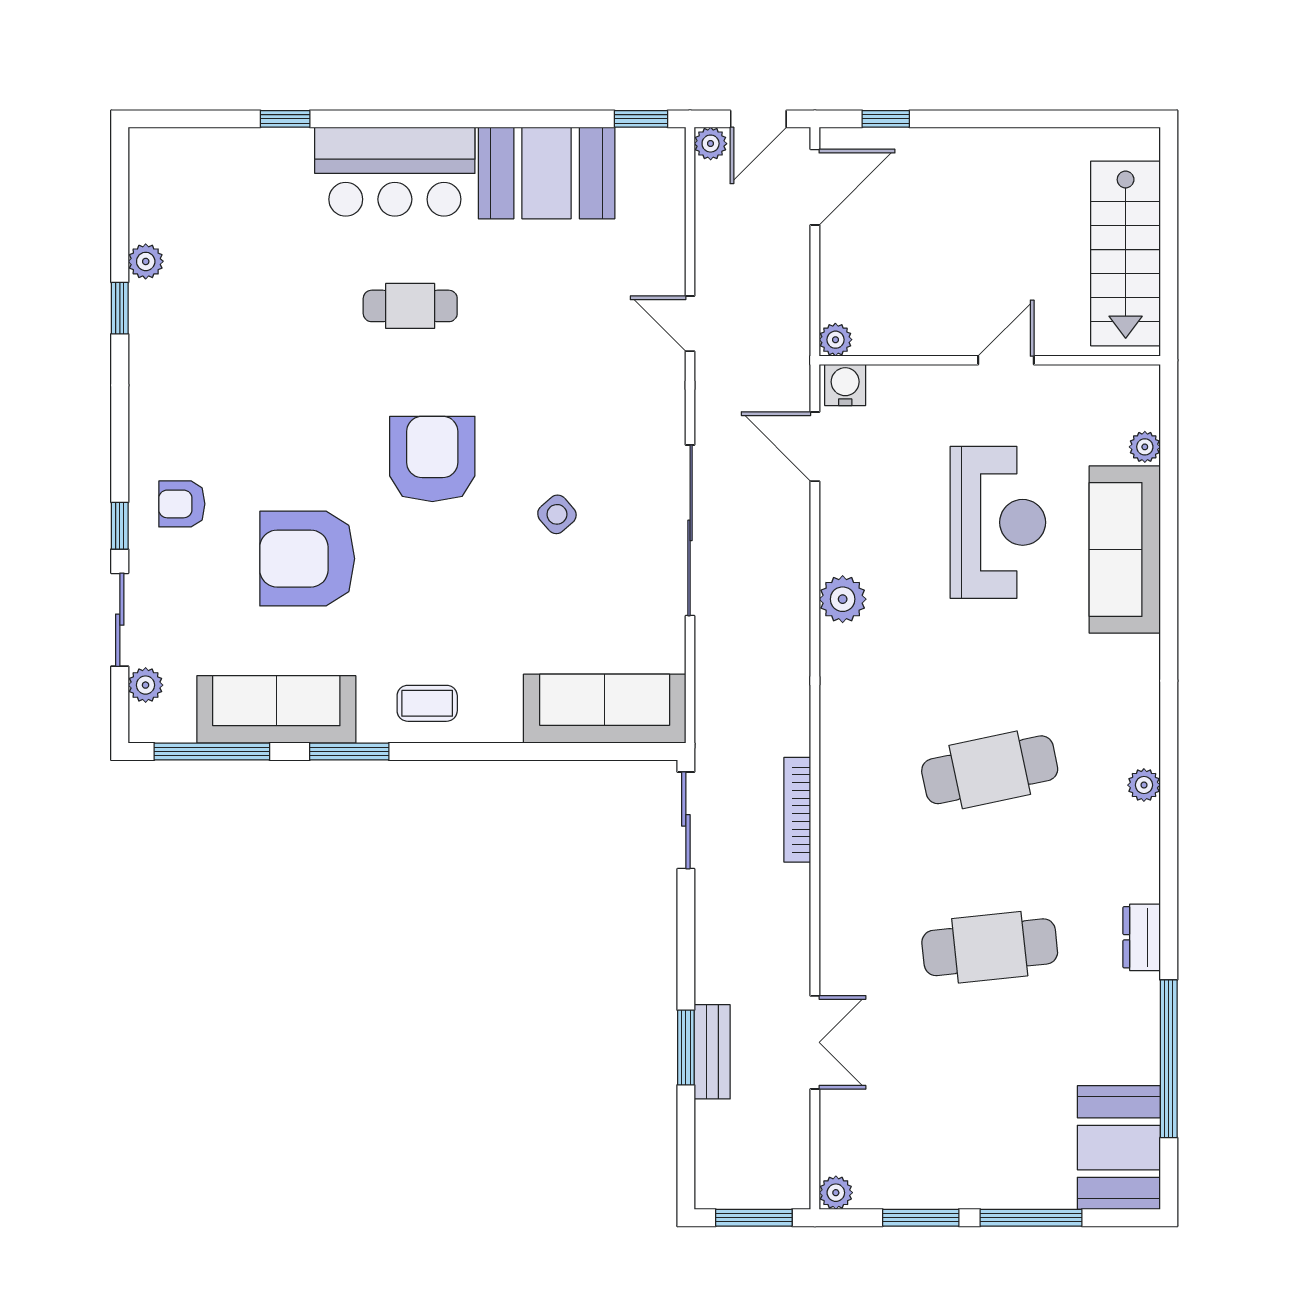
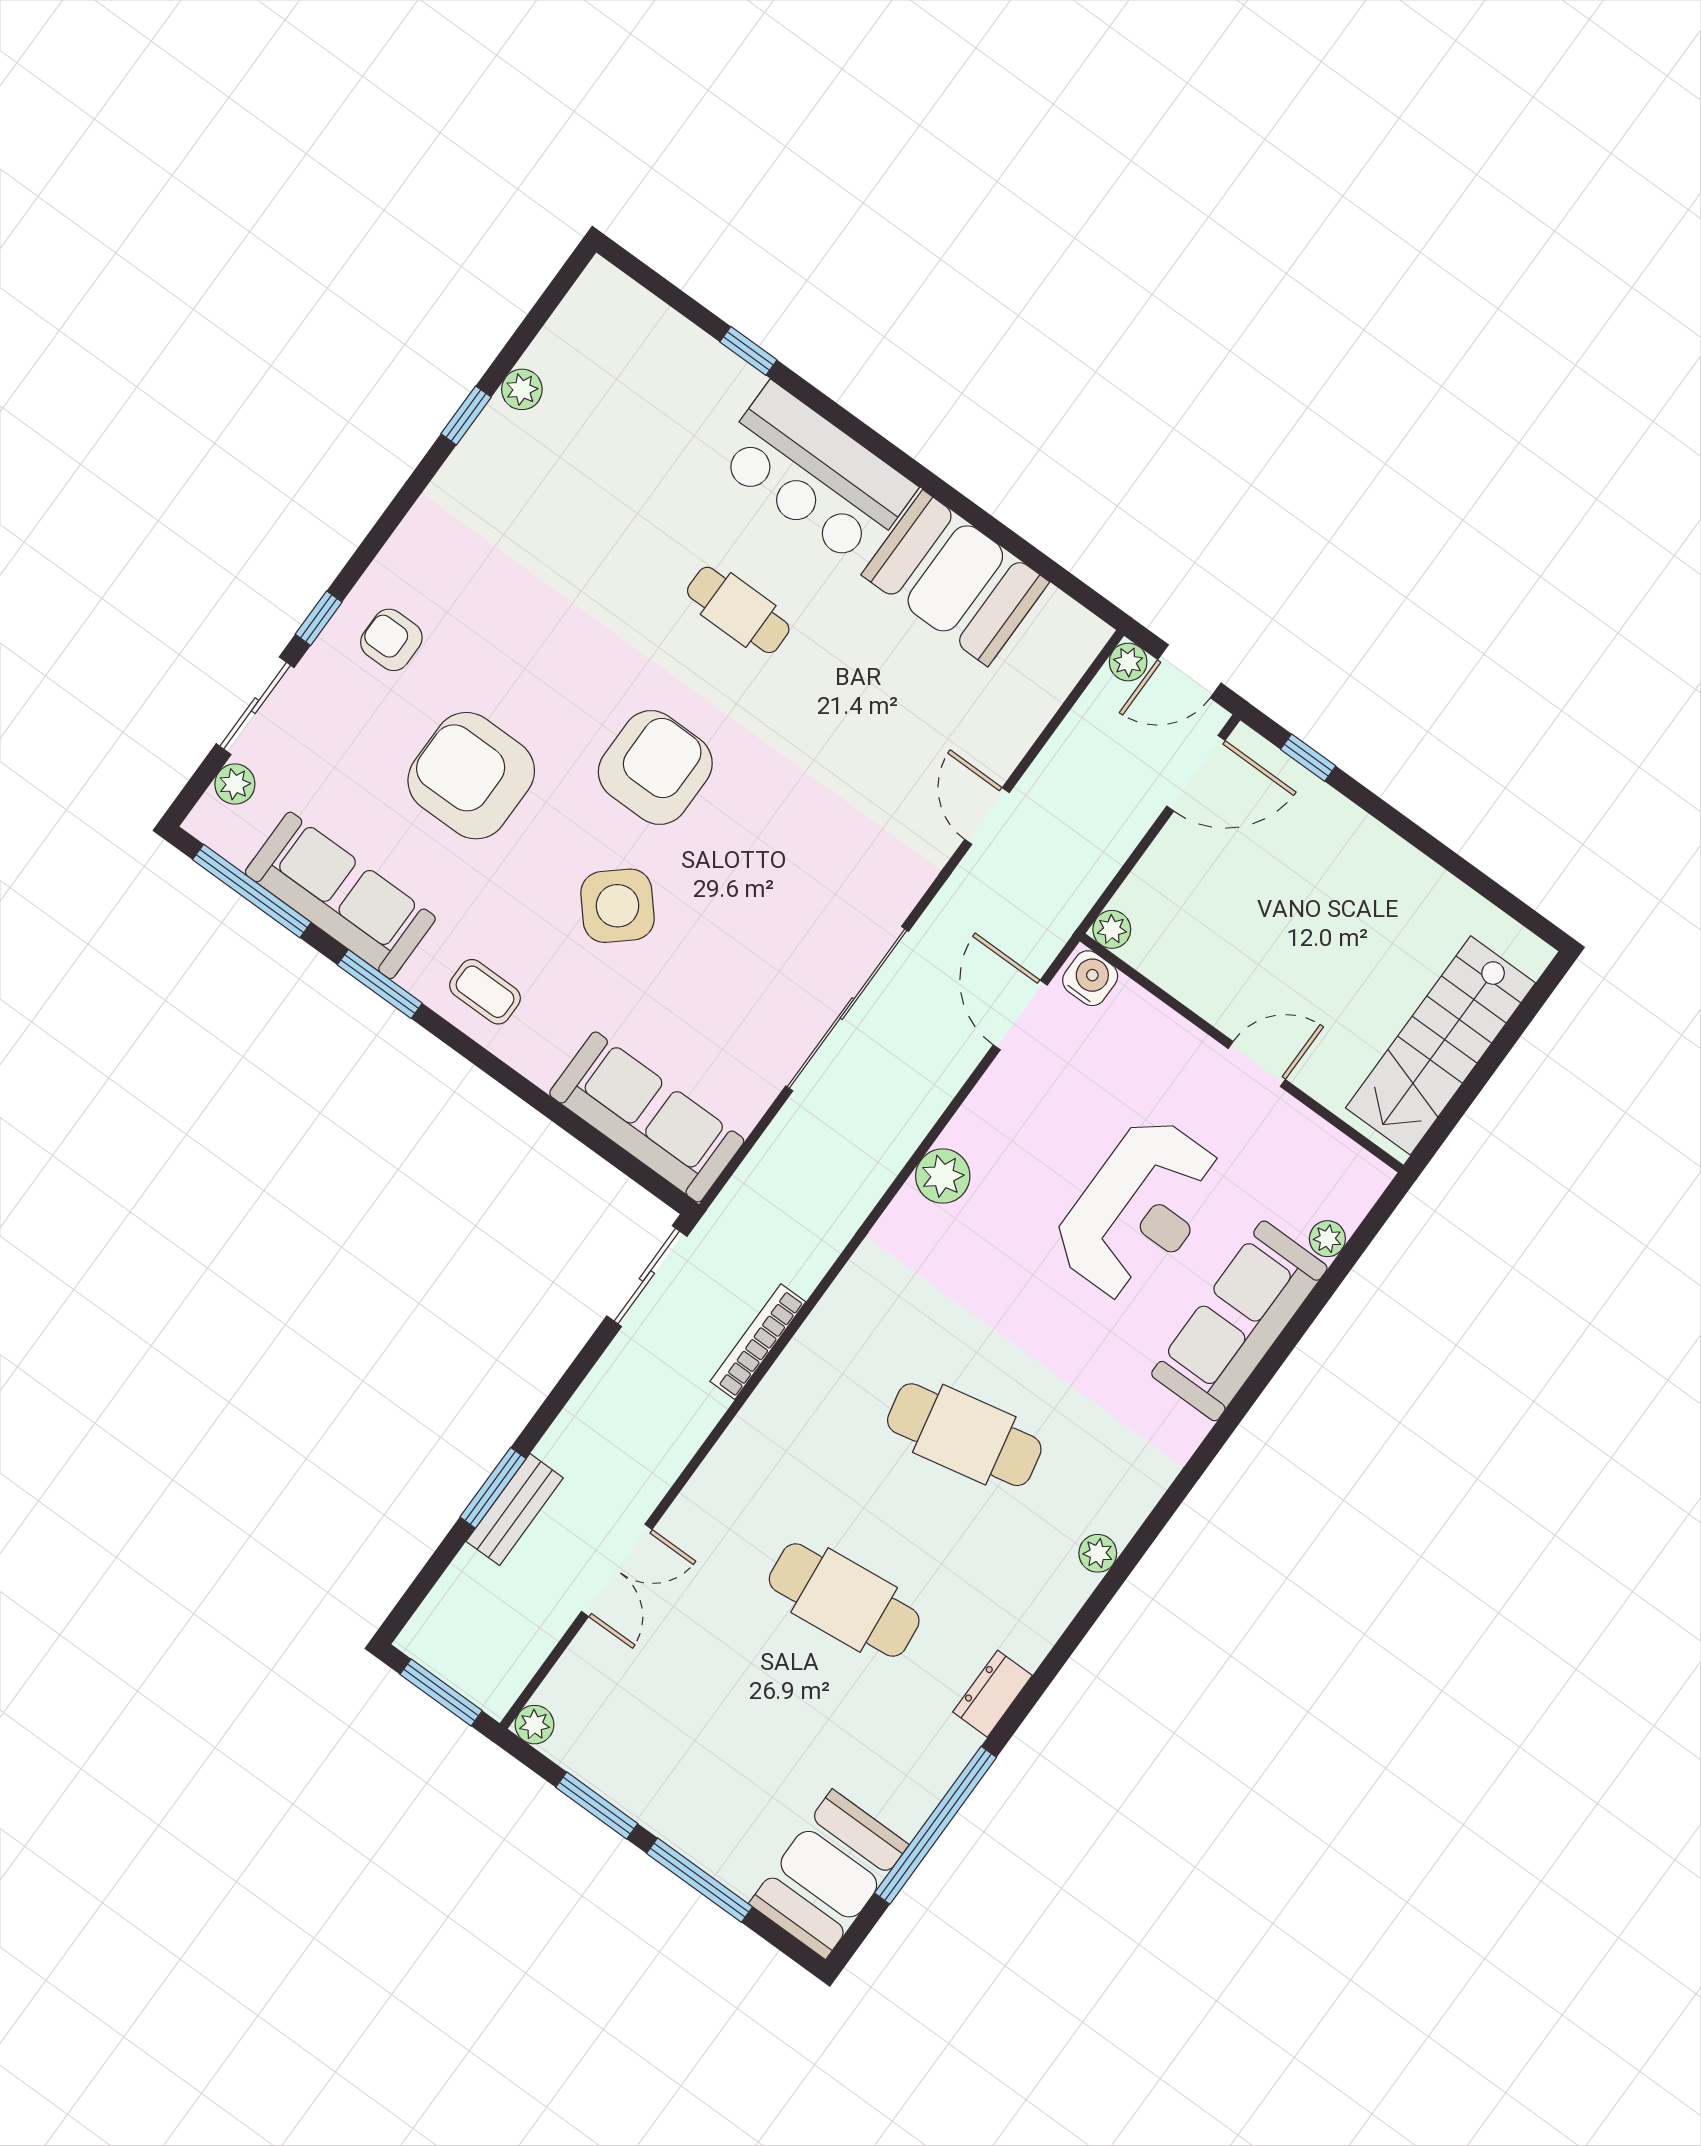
window: (641, 119) -> (1080, 592), removed
side table: (557, 514) -> (617, 906), moved, width x1.87, depth x1.87

